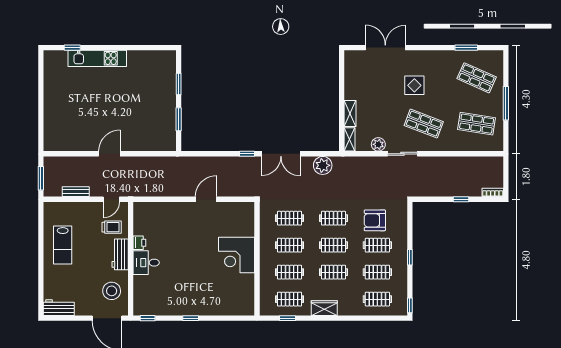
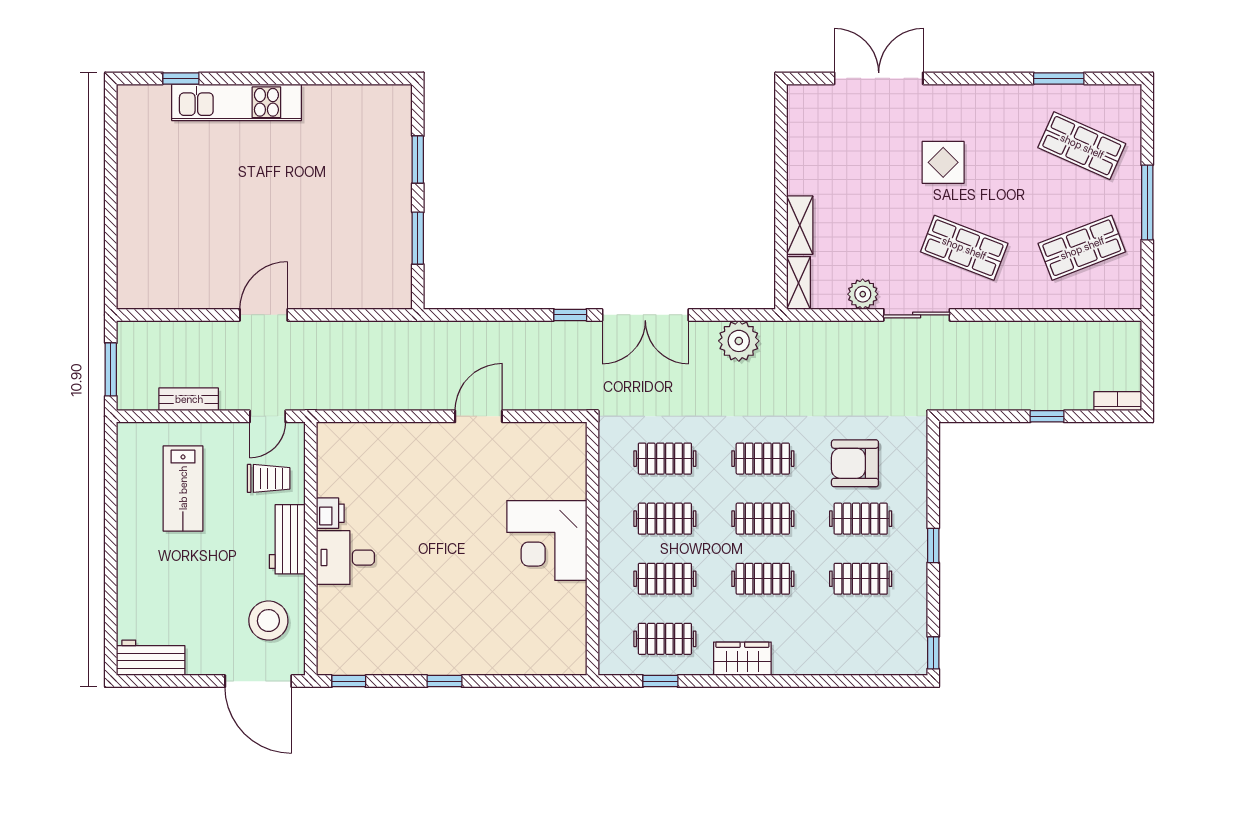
shop shelf: (477, 124) -> (1082, 248), turned -30
lab bench: (63, 245) -> (183, 488), moved
clothes rail: (377, 299) -> (861, 639), removed

